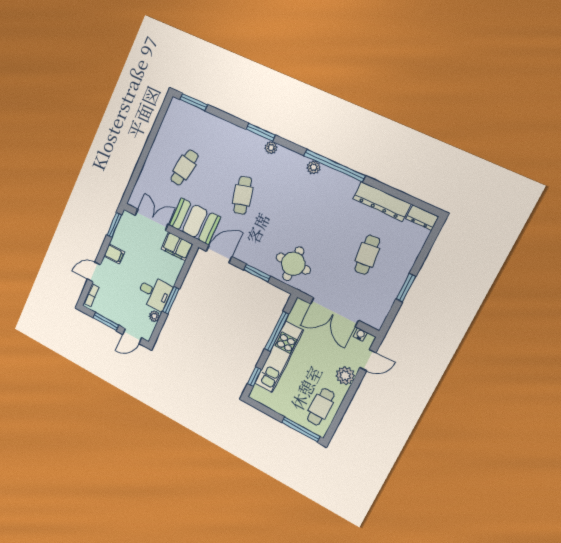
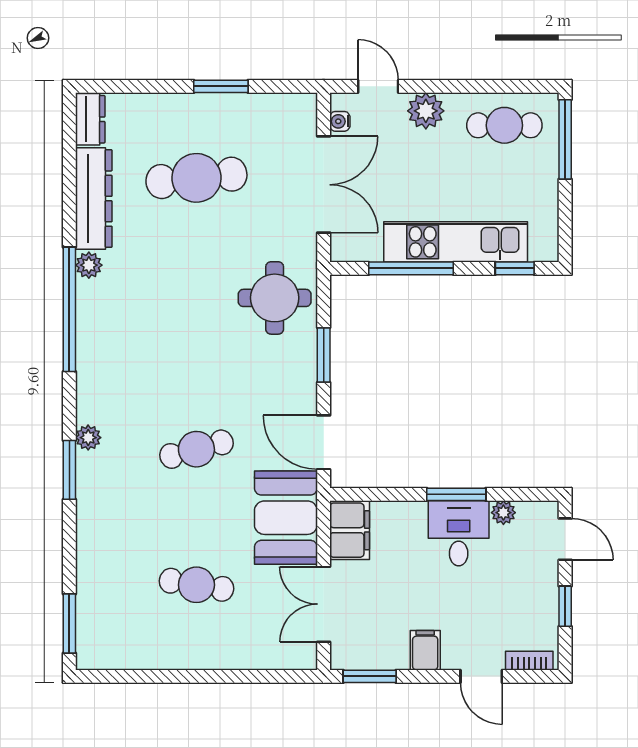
plant: (314, 167) -> (89, 265), moved
cafe table: (367, 255) -> (196, 178), width x1.37, depth x1.35
window: (106, 321) -> (565, 606), width x0.67

